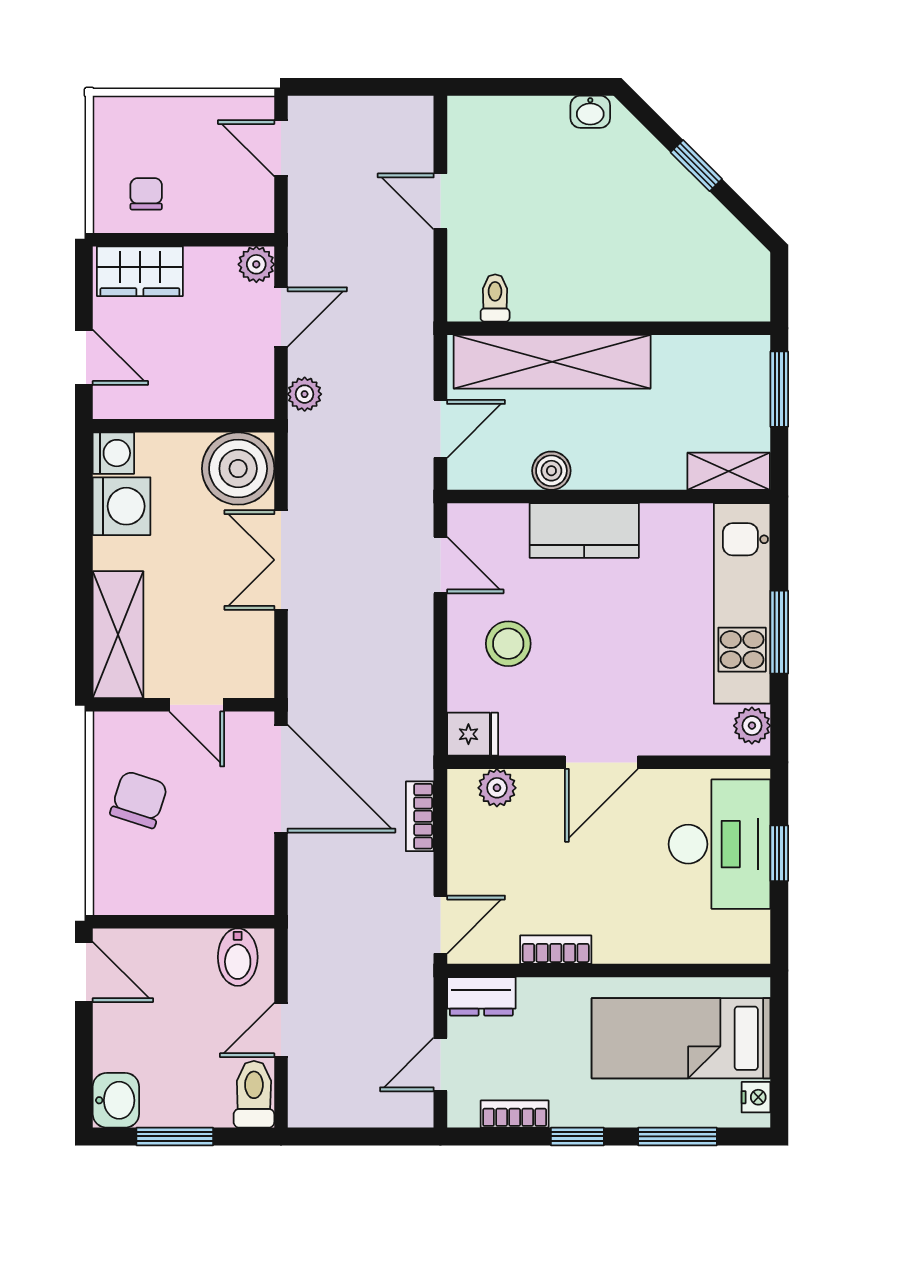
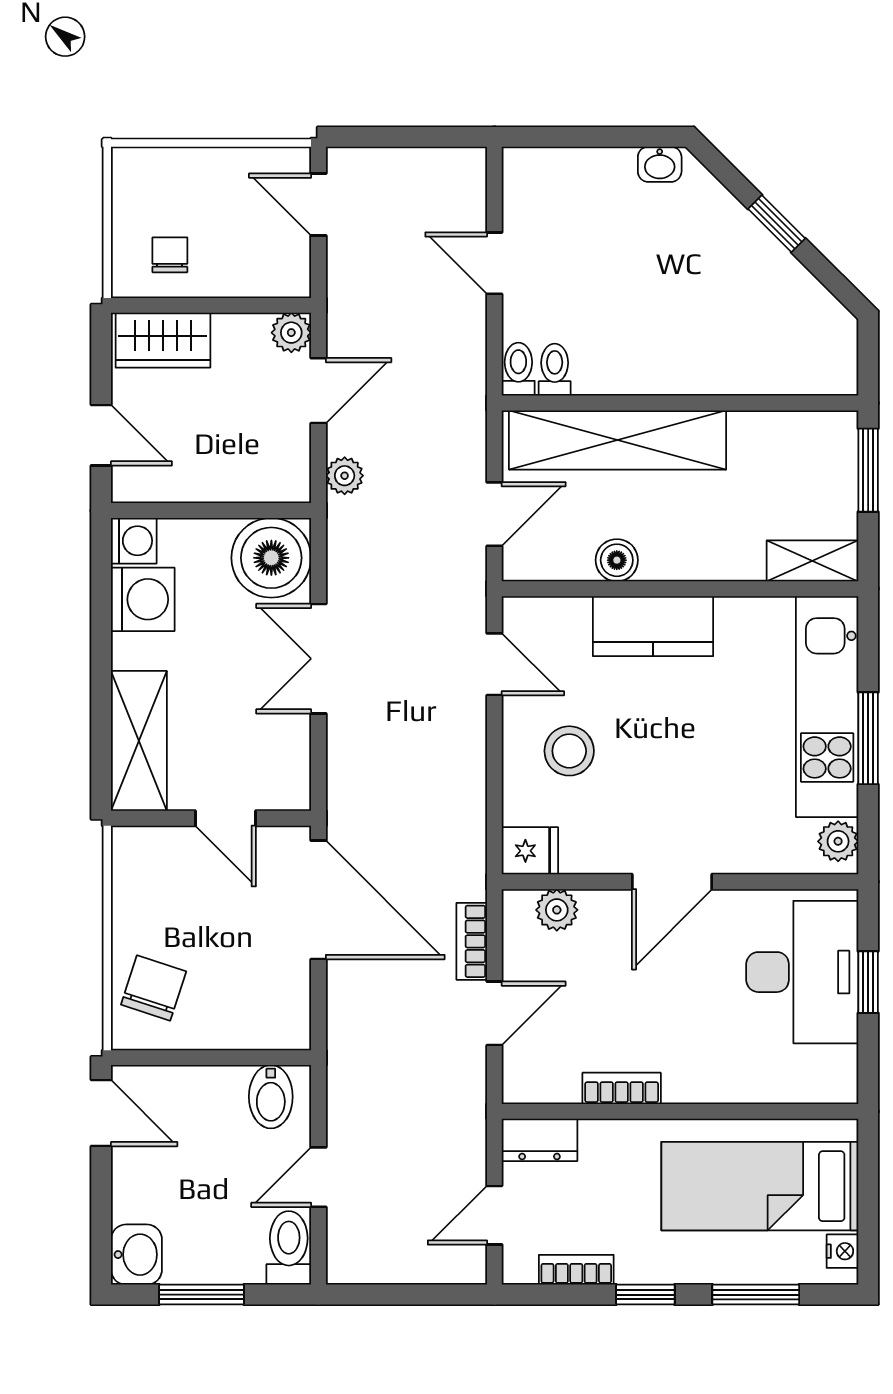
toilet: (462, 298) -> (518, 369), added
chair: (139, 800) -> (154, 988), moved
door: (440, 925) -> (494, 1013), moved

